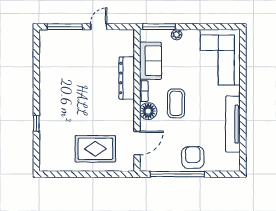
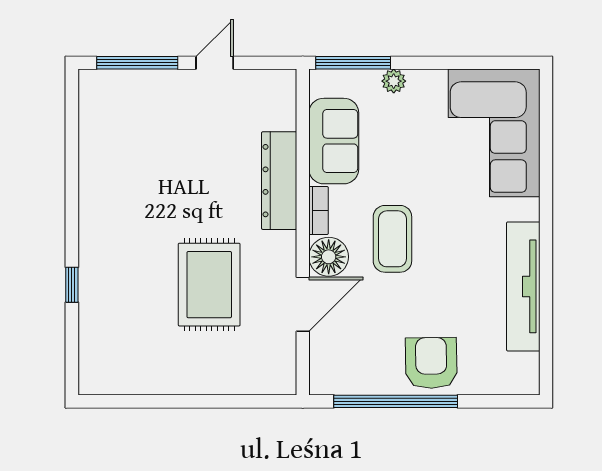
door: (137, 143) -> (303, 304), moved
rug: (95, 149) -> (209, 285), moved, turned 90

